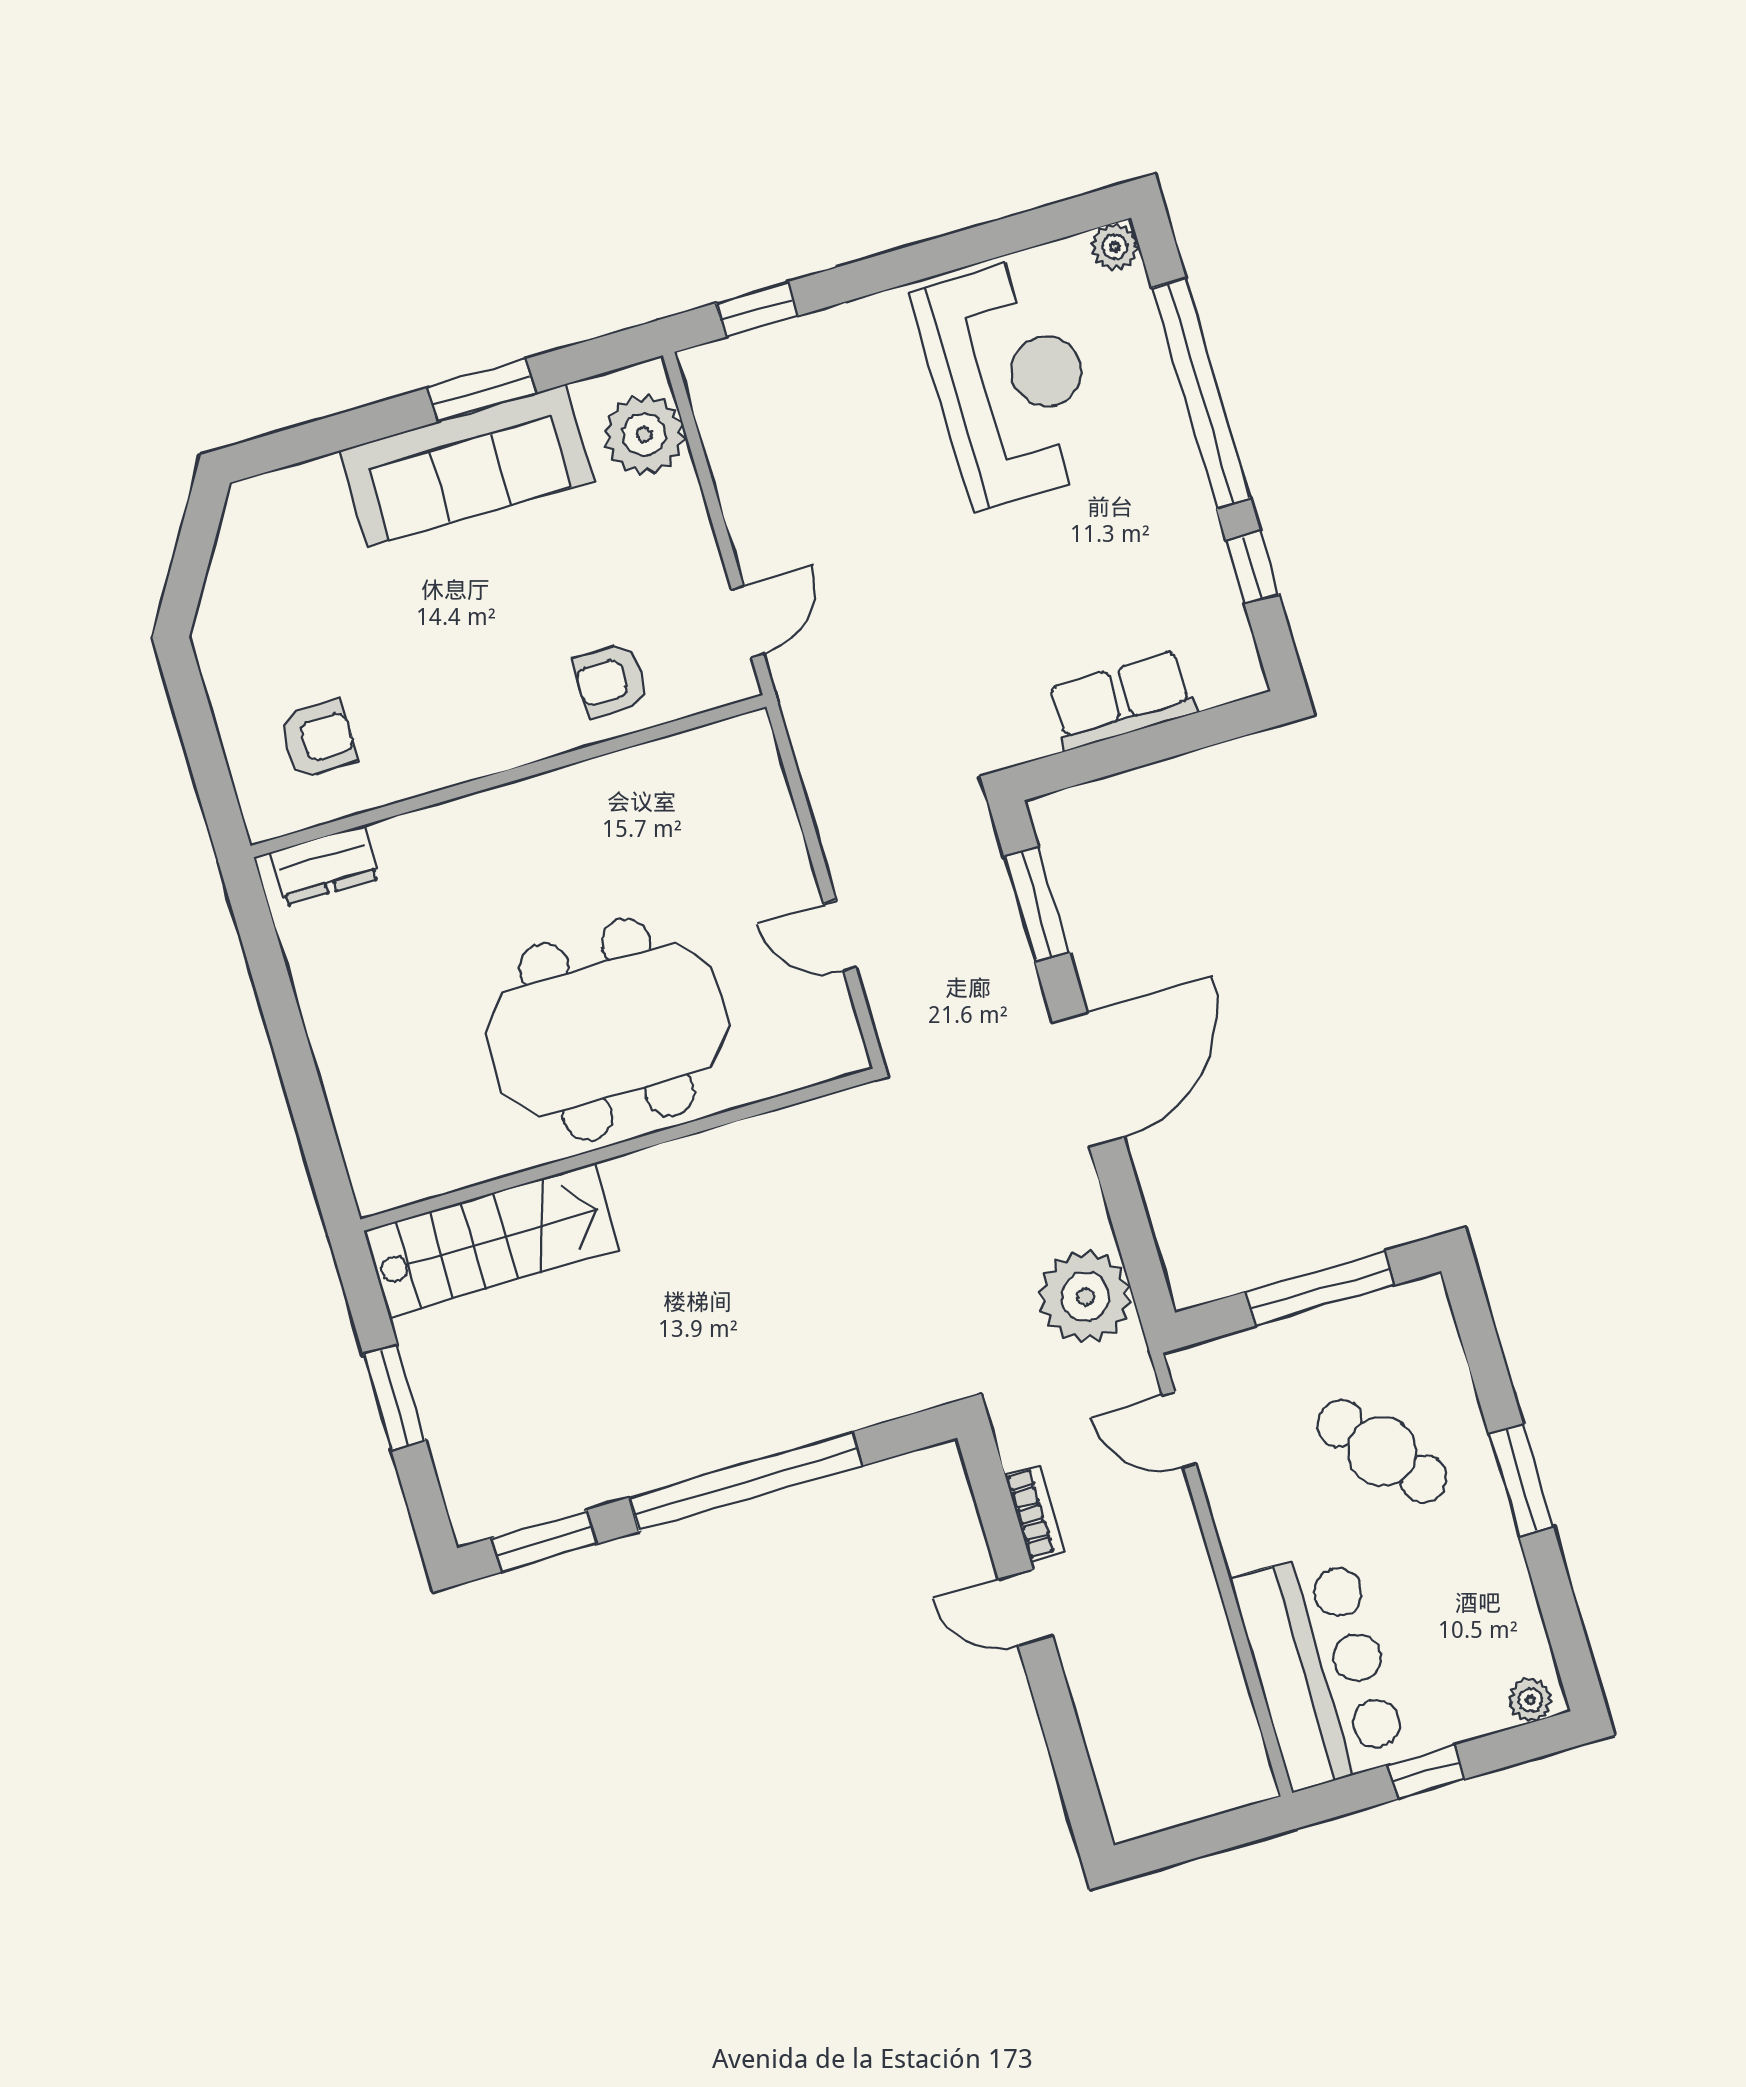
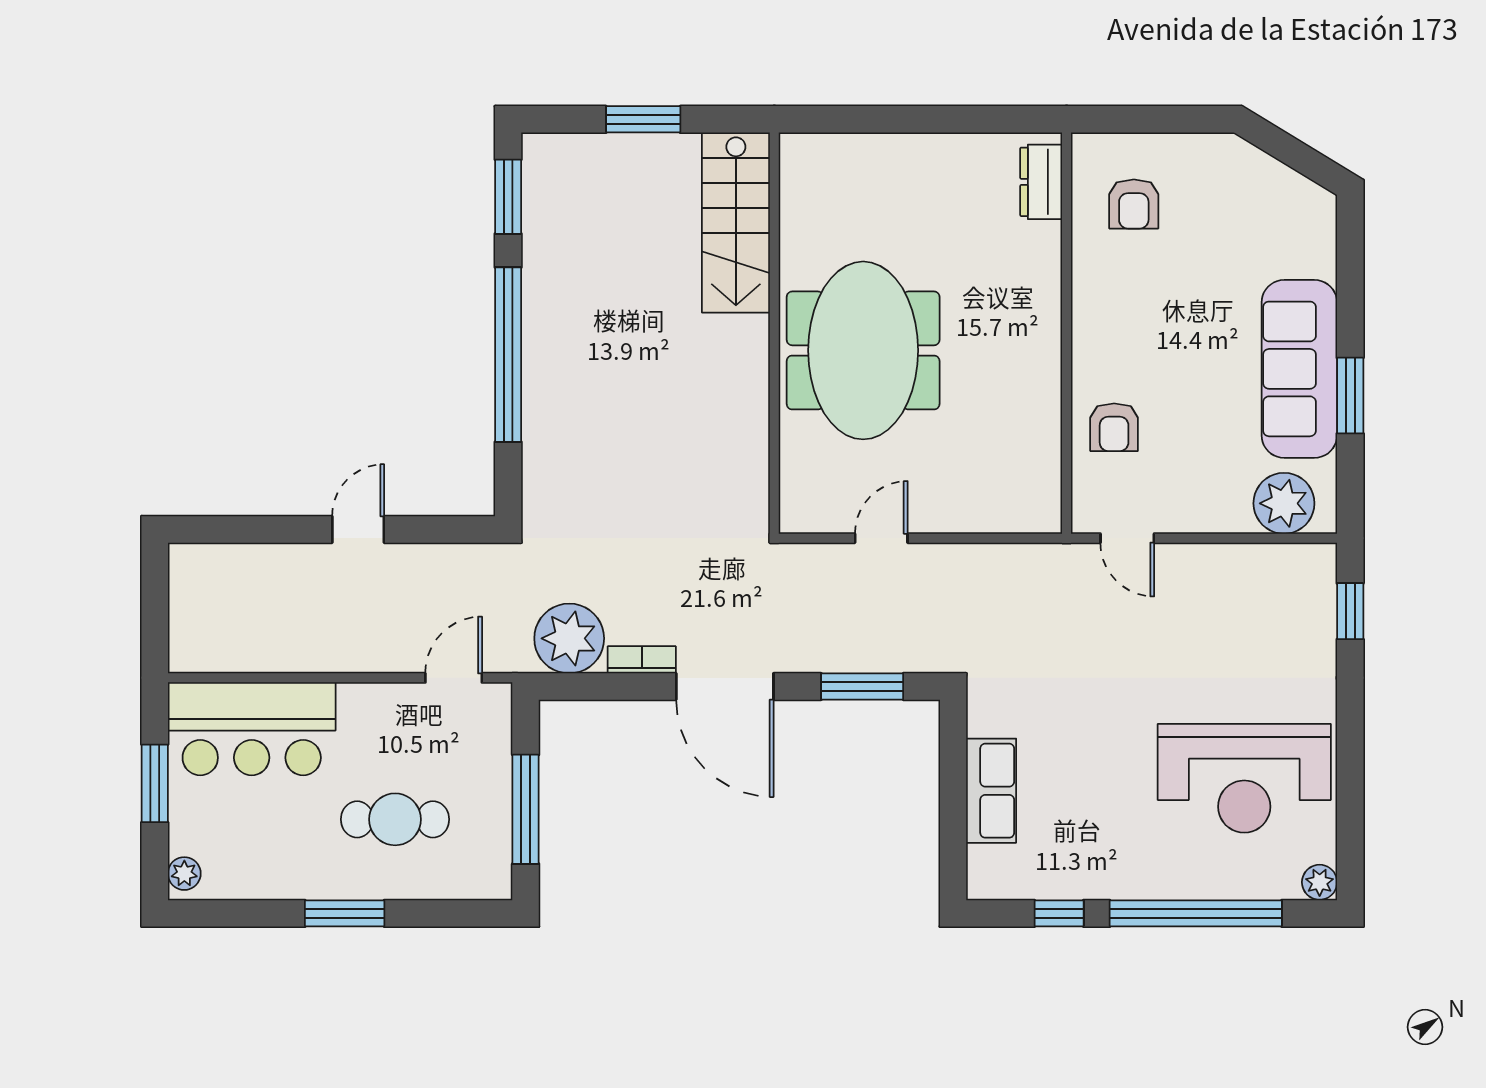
armchair: (611, 680) -> (1114, 427), turned 180
cafe table: (1382, 1451) -> (395, 819), turned 40
bookcase: (1035, 1513) -> (642, 660), moved, turned 180
window: (1426, 1772) -> (155, 783), width x1.50

